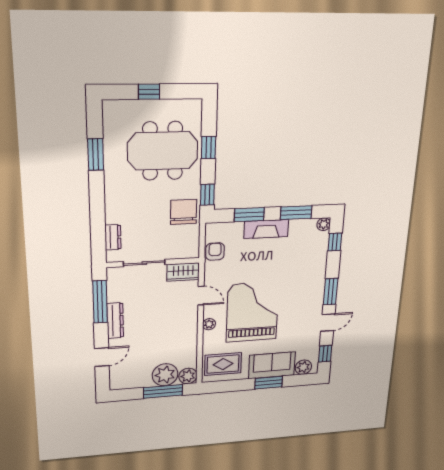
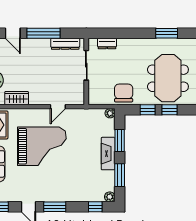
window: (207, 195) -> (148, 110), moved
chair: (184, 212) -> (124, 93), turned -90
armchair: (215, 252) -> (92, 116), removed
wardrobe: (183, 272) -> (17, 98), moved, turned 90
window: (100, 302) -> (44, 33), moved
dresser: (115, 321) -> (65, 44), moved
plant: (209, 324) -> (110, 113), moved

